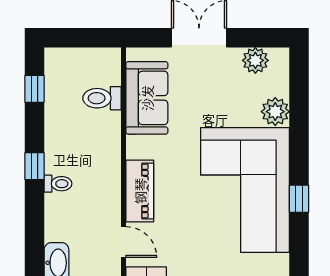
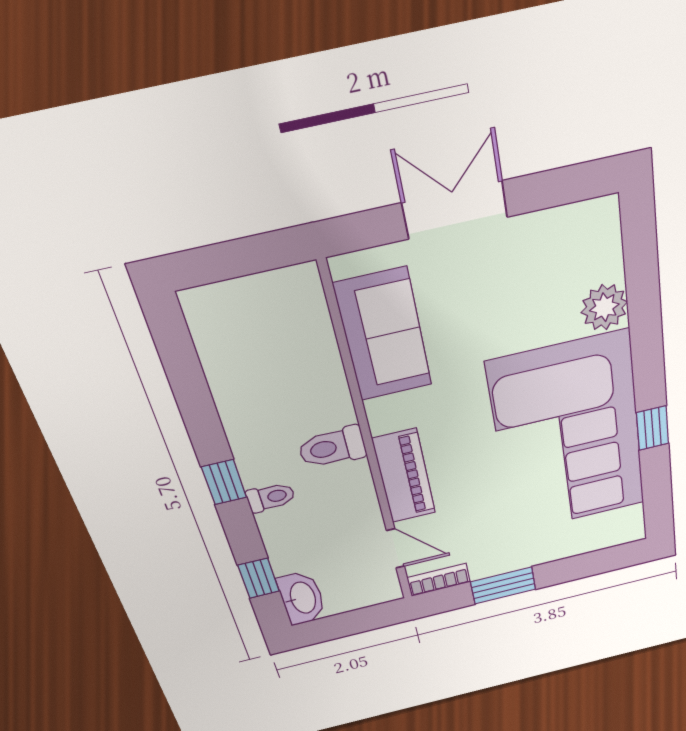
plant: (255, 60) -> (561, 229), removed
window: (35, 89) -> (259, 578), moved
toilet: (102, 98) -> (332, 447), moved

